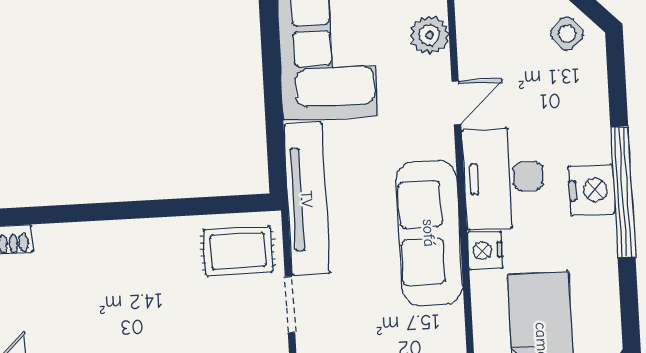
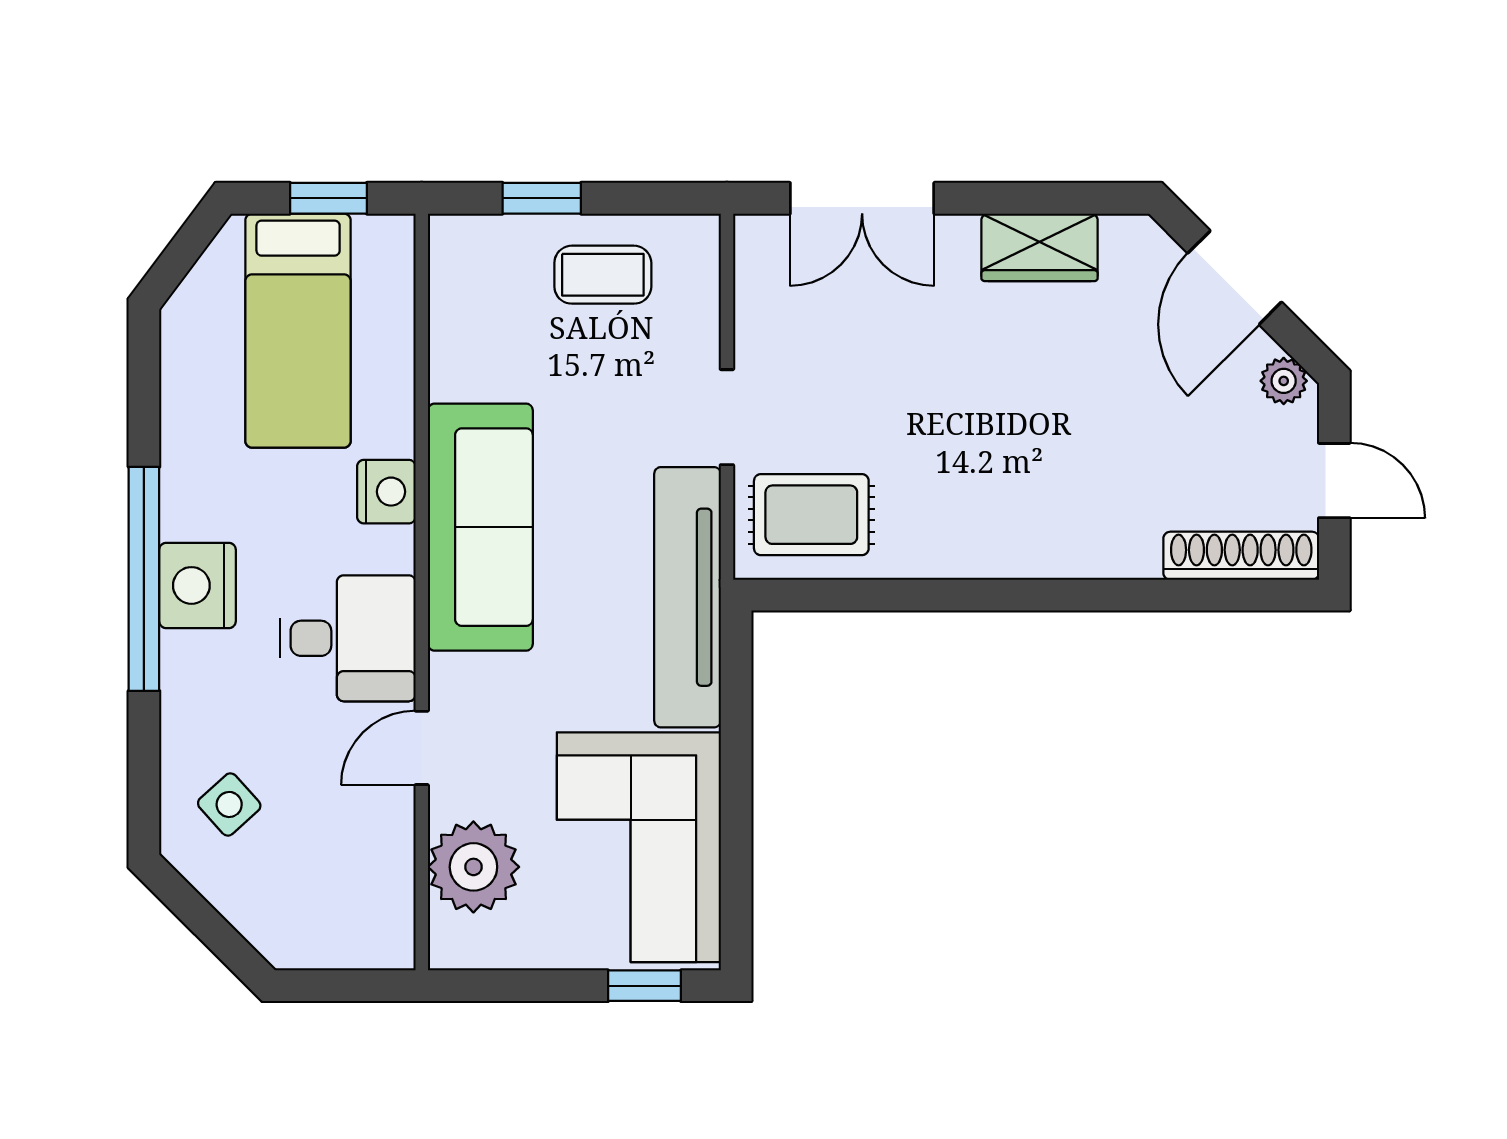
side table: (567, 34) -> (229, 804), moved
plant: (429, 35) -> (473, 867), width x1.36, depth x1.36
desk: (504, 178) -> (348, 638), width x0.73

